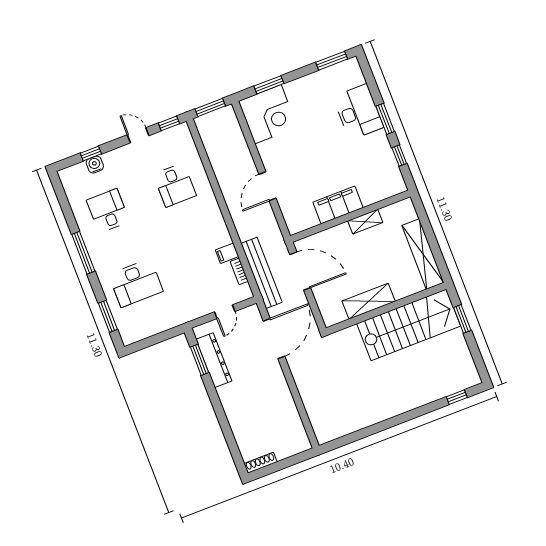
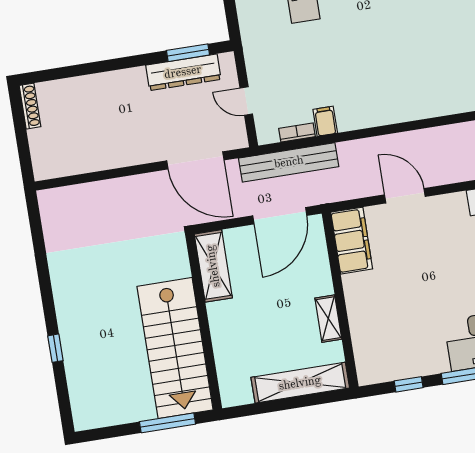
desk: (175, 185) -> (434, 70), removed
filing cabinet: (338, 205) -> (352, 241), moved
shelving: (423, 254) -> (300, 383), moved
shelving: (369, 301) -> (213, 266), moved
window: (462, 319) -> (168, 423), width x1.44
window: (457, 397) -> (55, 348), moved

